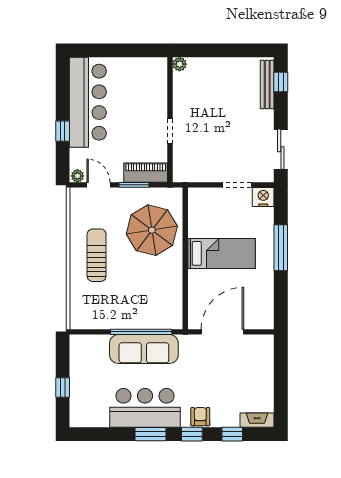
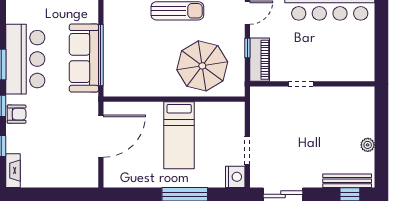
plant: (180, 64) -> (368, 145), moved
window: (134, 185) -> (247, 48), width x0.67
door: (222, 332) -> (101, 136), hinge flipped

